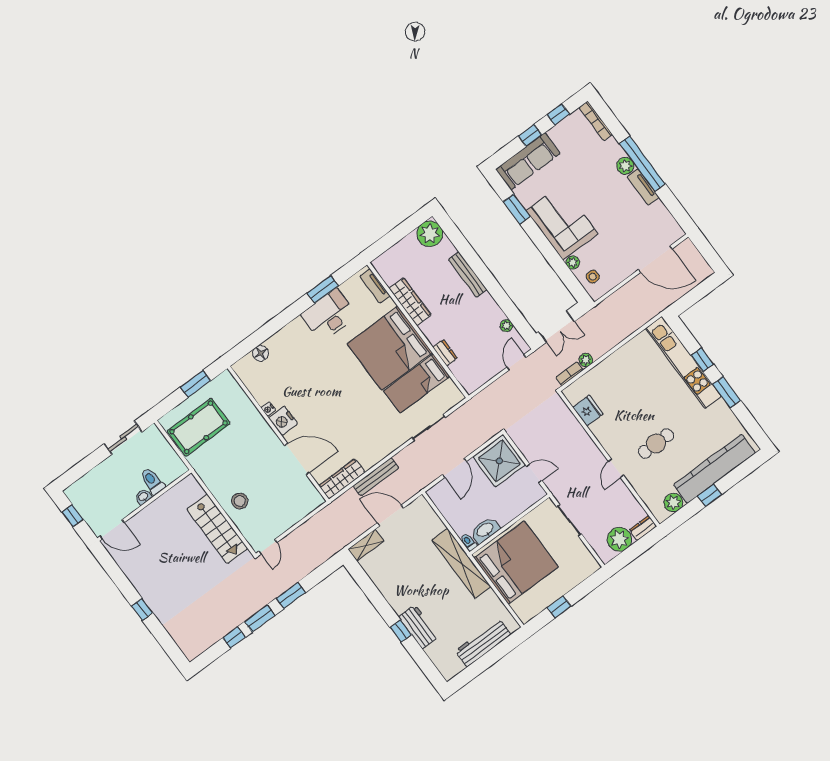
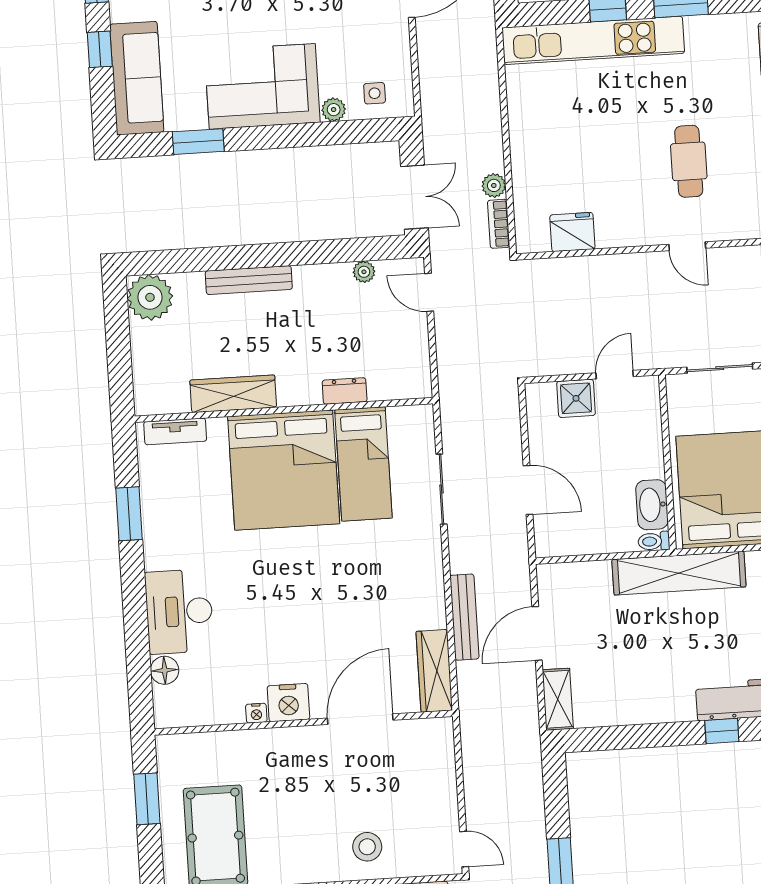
desk: (329, 315) -> (179, 611), moved
shower: (499, 461) -> (576, 398), width x0.54, depth x0.54

